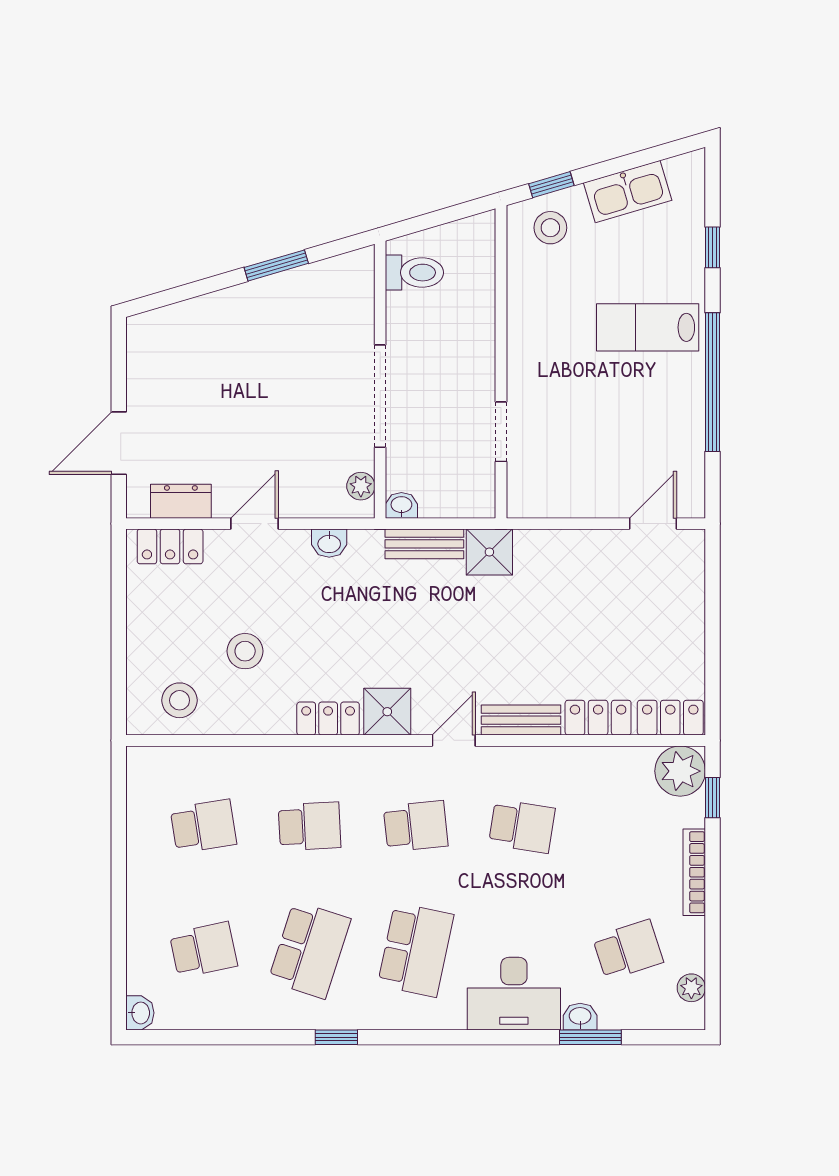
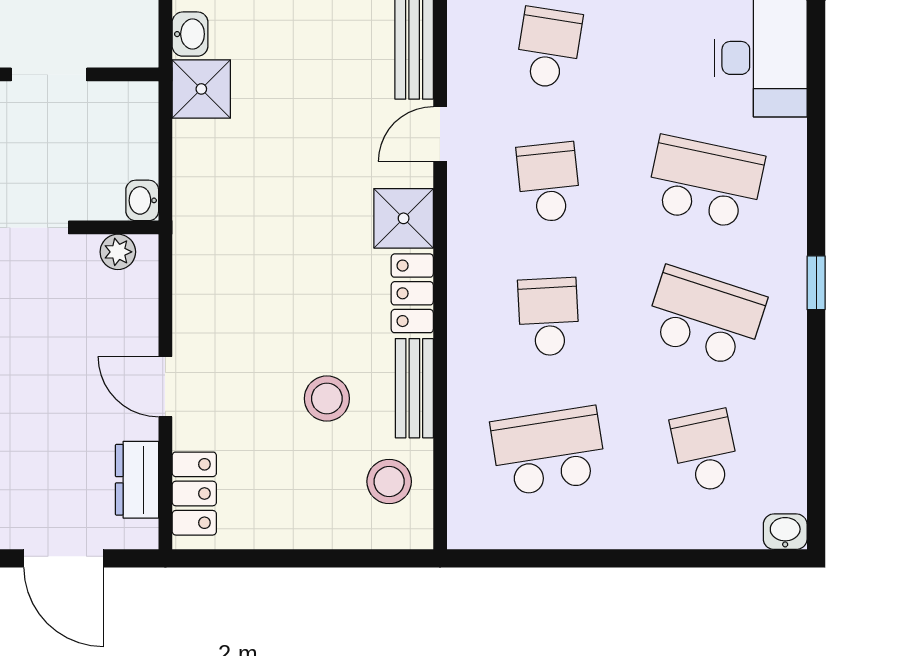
washbasin: (329, 543) -> (190, 34), moved
bench: (424, 544) -> (414, 388), moved
door: (454, 740) -> (440, 134), hinge flipped
school desk: (203, 826) -> (549, 451), width x1.85

